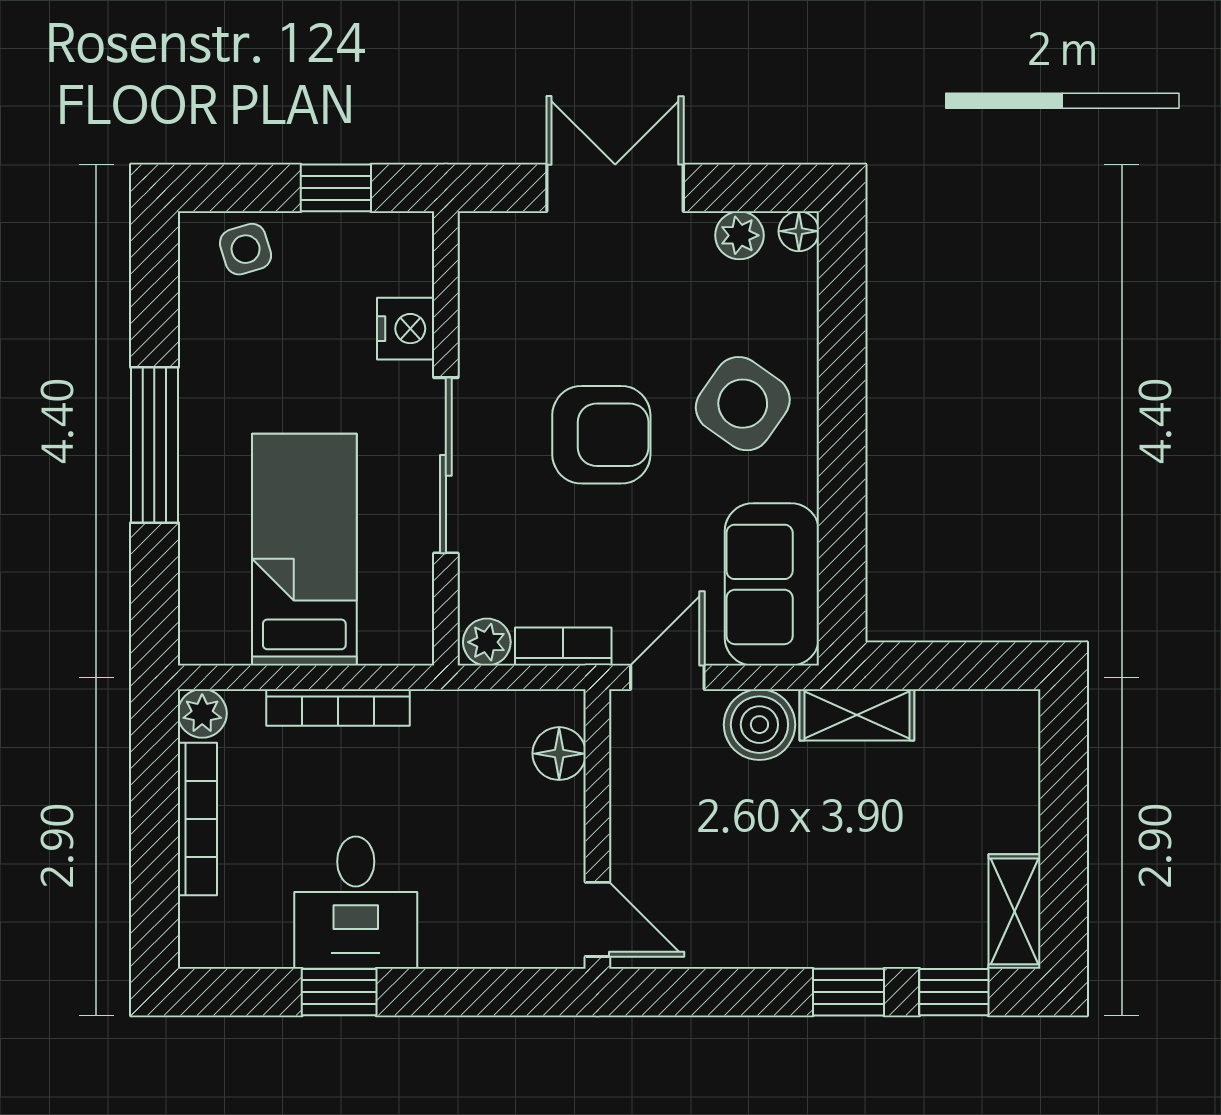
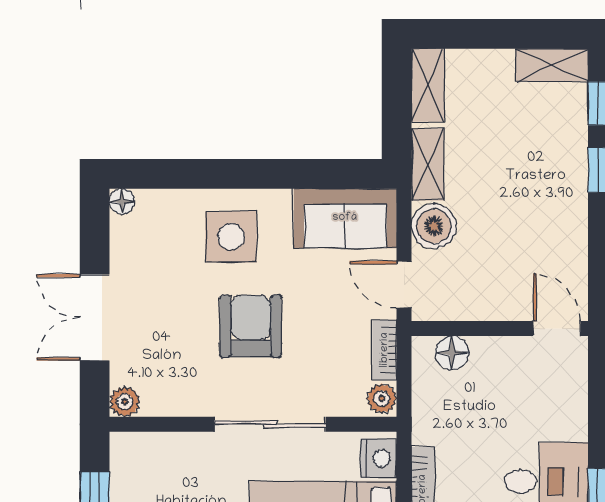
plant: (739, 235) -> (125, 402), moved
nightstand: (406, 329) -> (379, 458), moved, turned 90
side table: (743, 404) -> (231, 237), turned -35
shelving: (983, 715) -> (428, 85), added
door: (597, 919) -> (557, 329), hinge flipped

